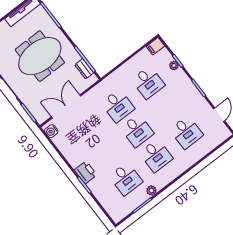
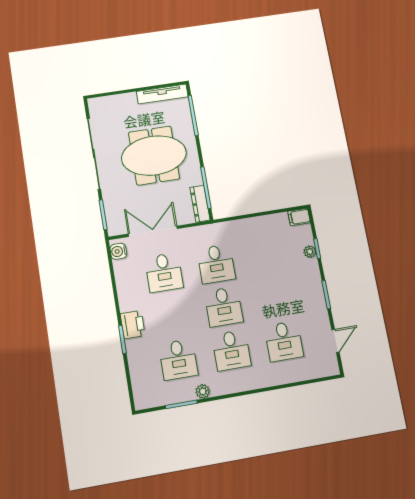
dresser: (84, 69) -> (200, 204), width x1.44
desk: (148, 82) -> (164, 272), moved

